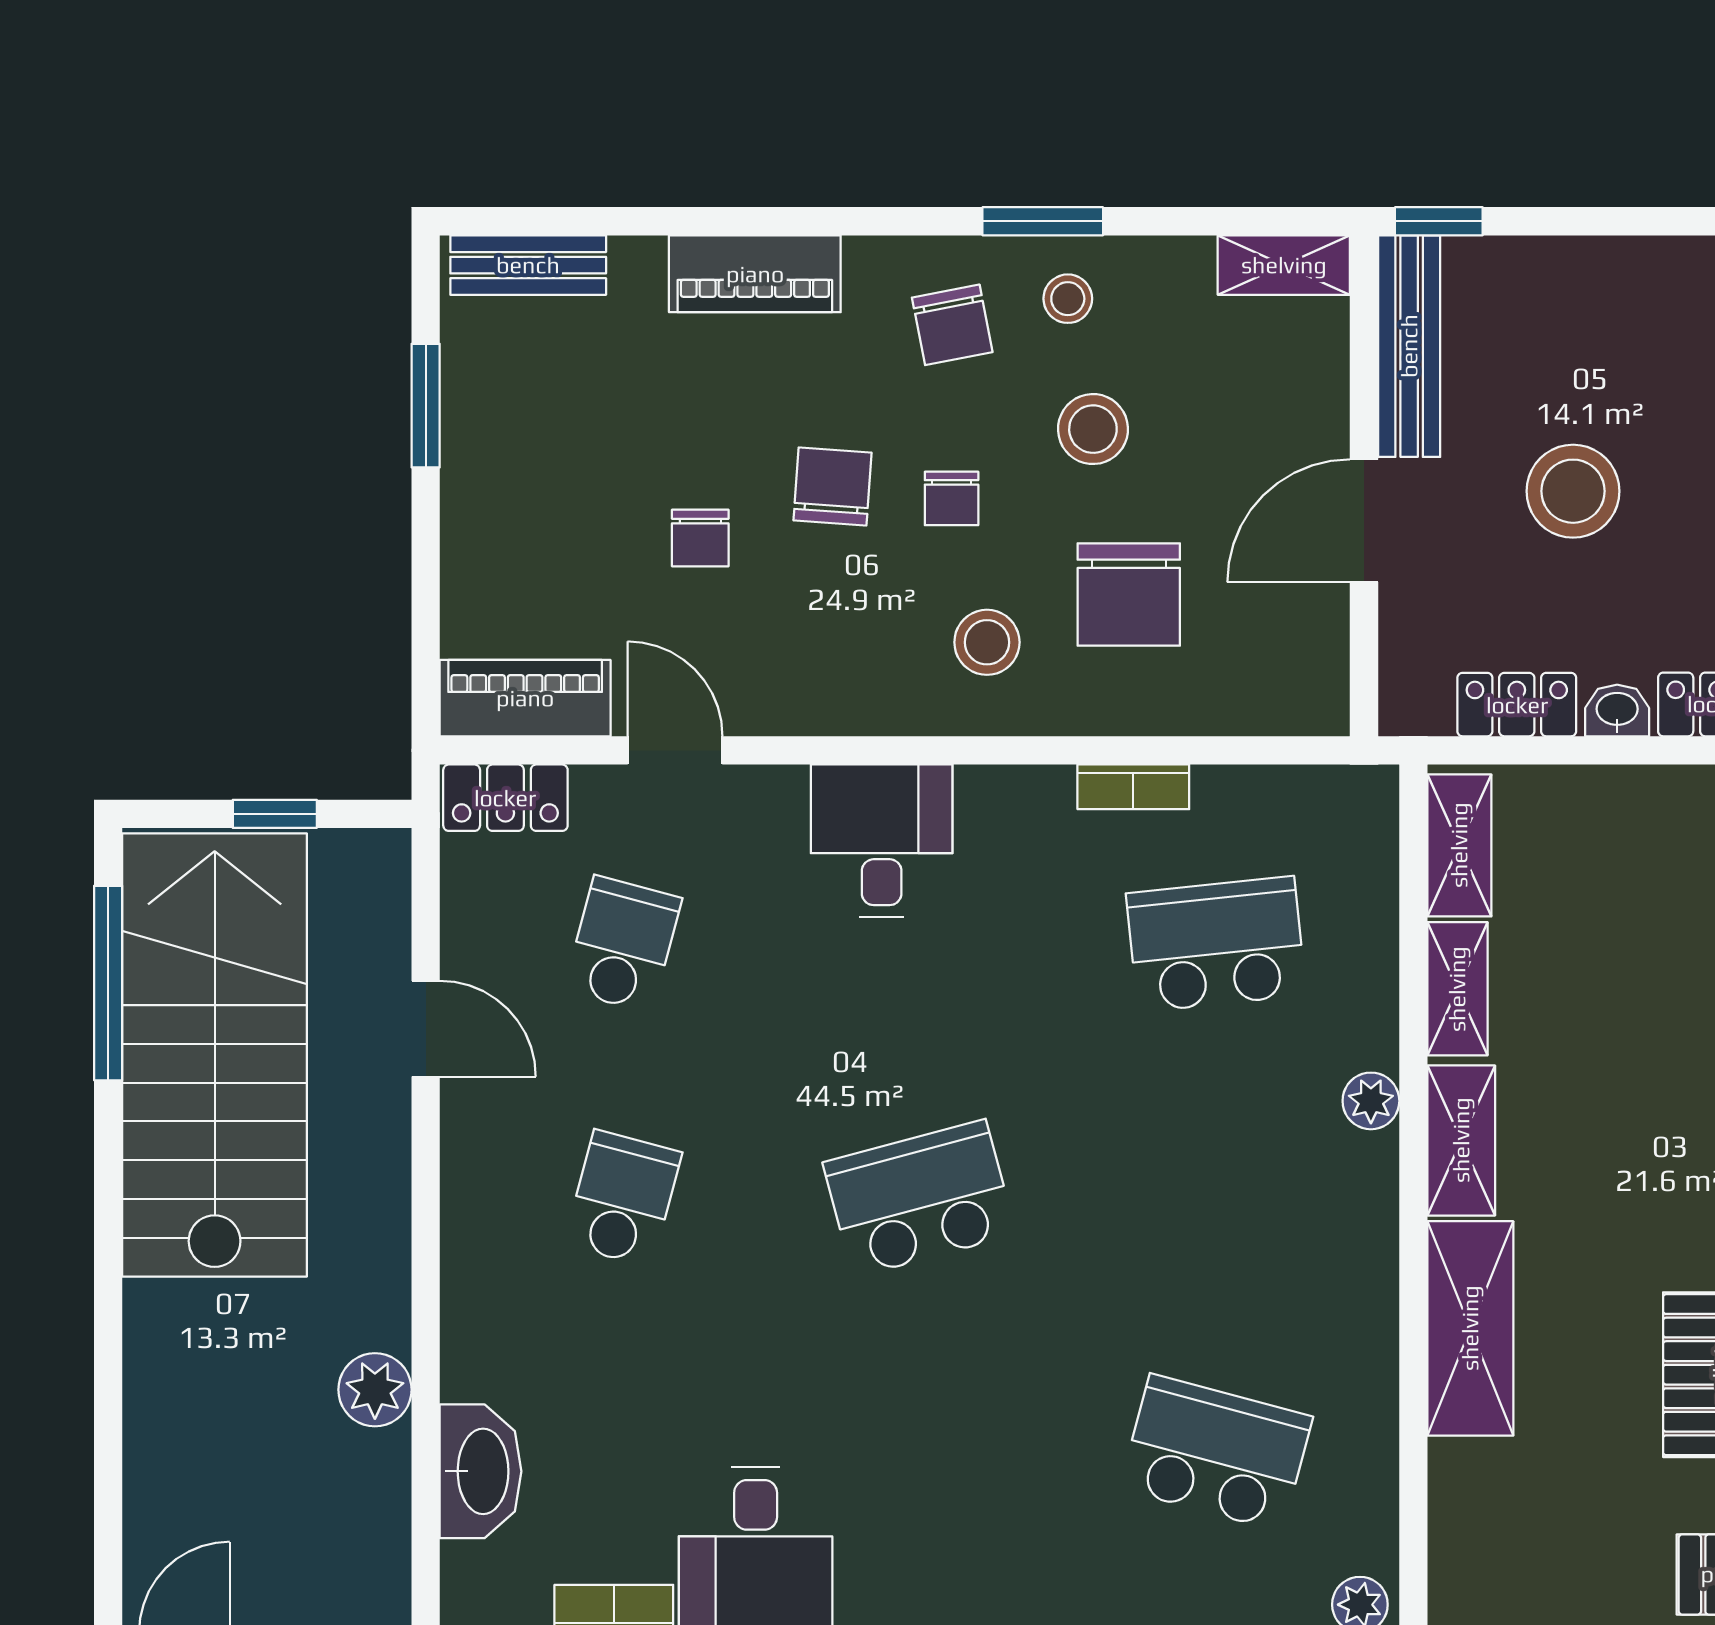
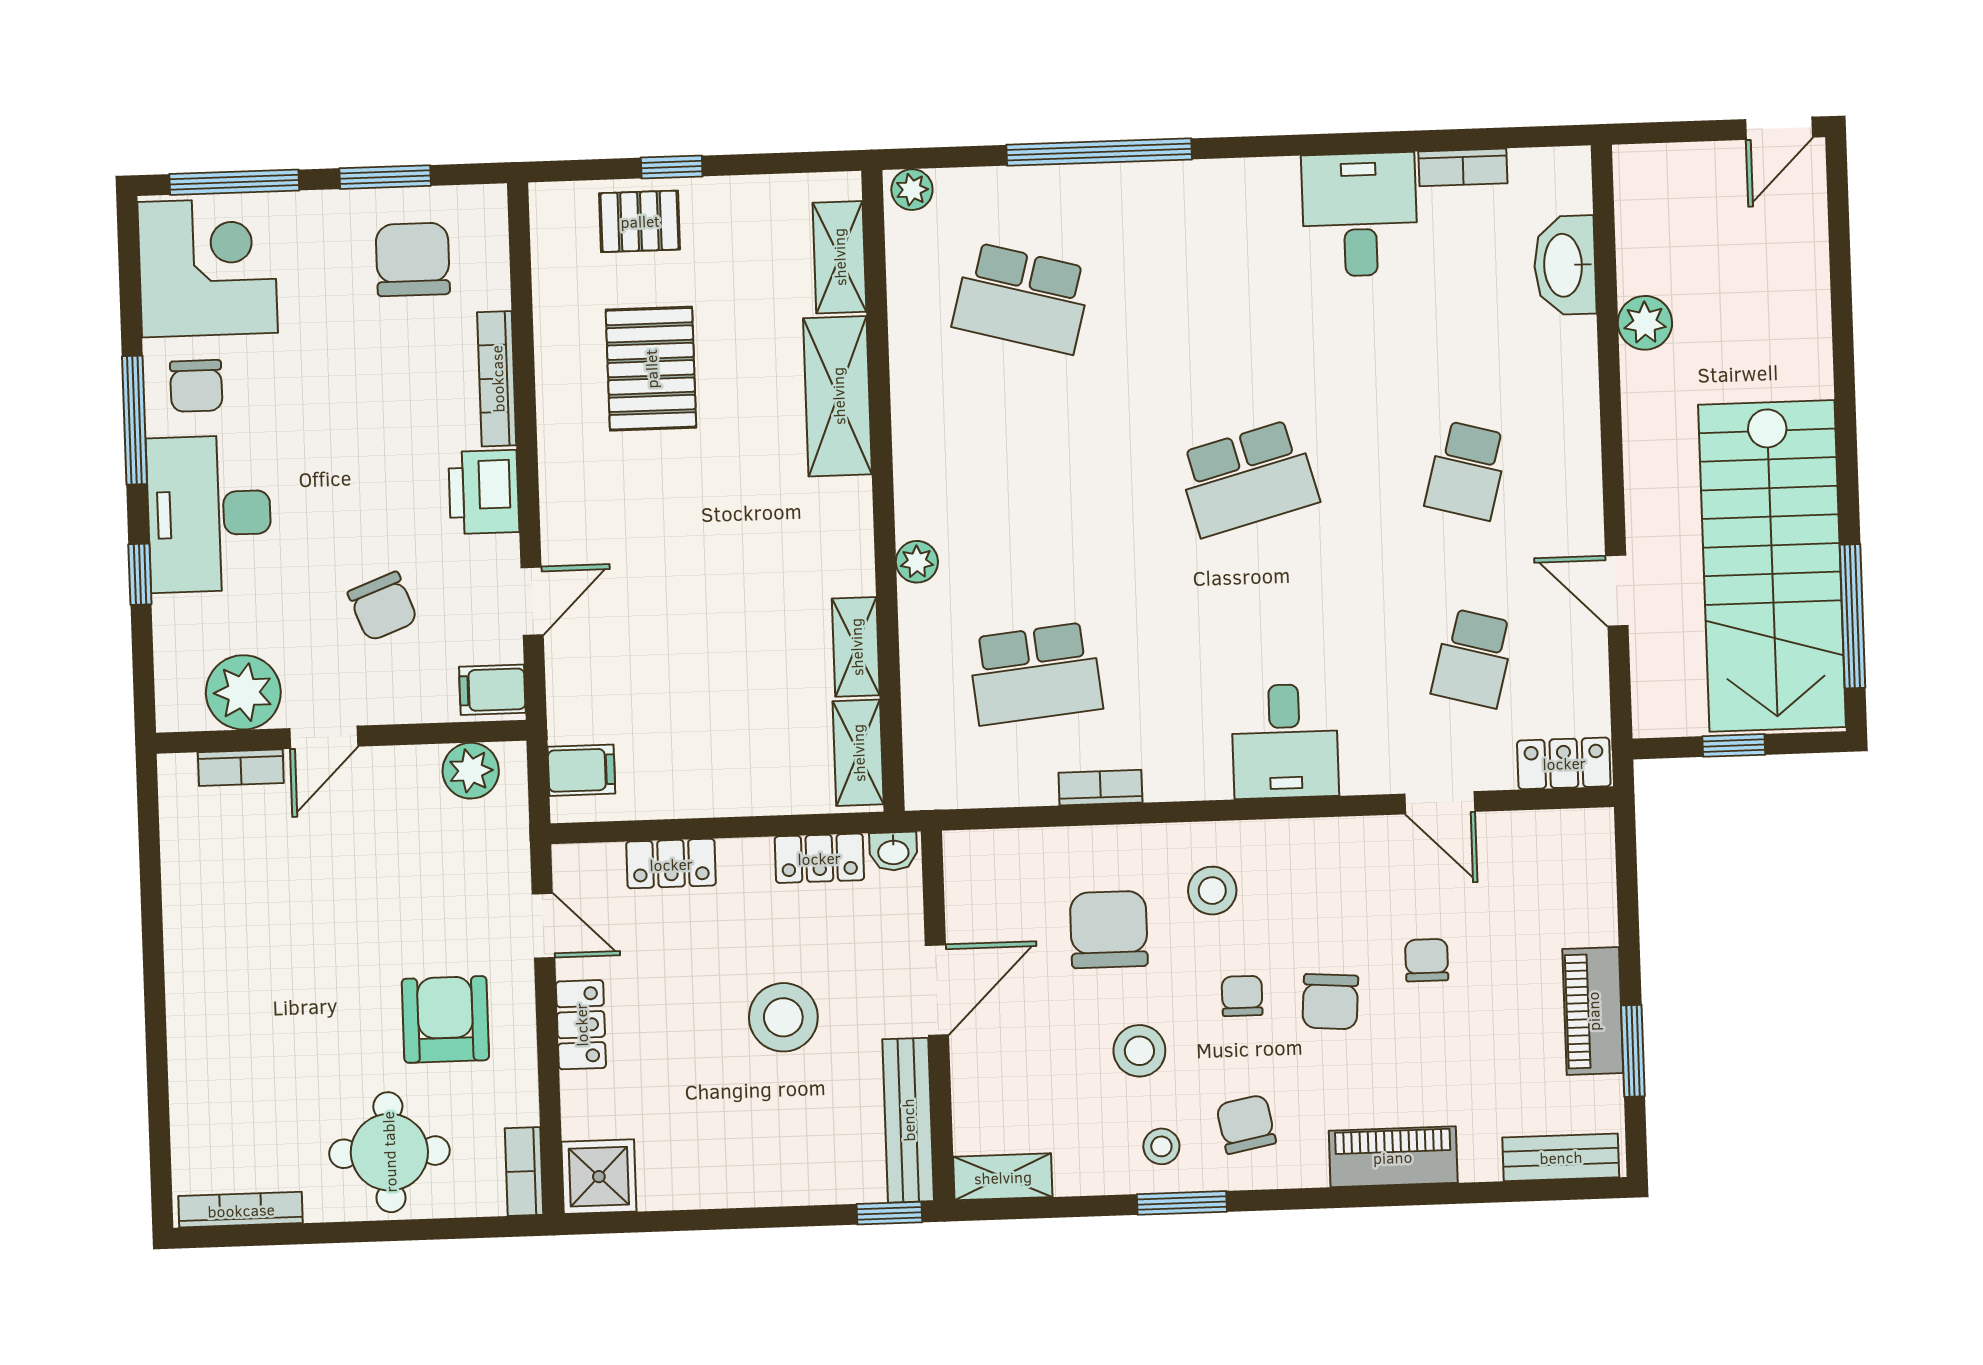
piano: (525, 698) -> (1593, 1011), moved, turned 90
washbasin: (1617, 710) -> (893, 851), moved
shelving: (1461, 1140) -> (839, 257), moved

